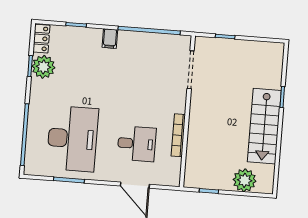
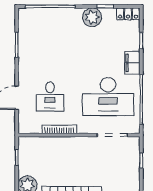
filing cabinet: (110, 39) -> (132, 63), width x2.00
plant: (43, 67) -> (92, 17), moved
desk: (72, 139) -> (108, 97), moved

